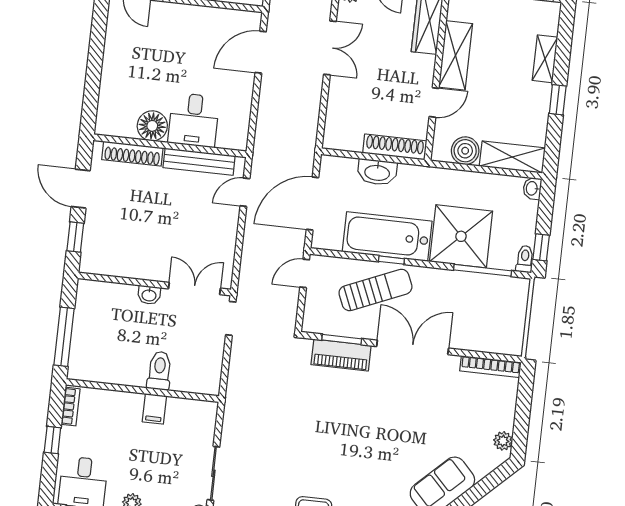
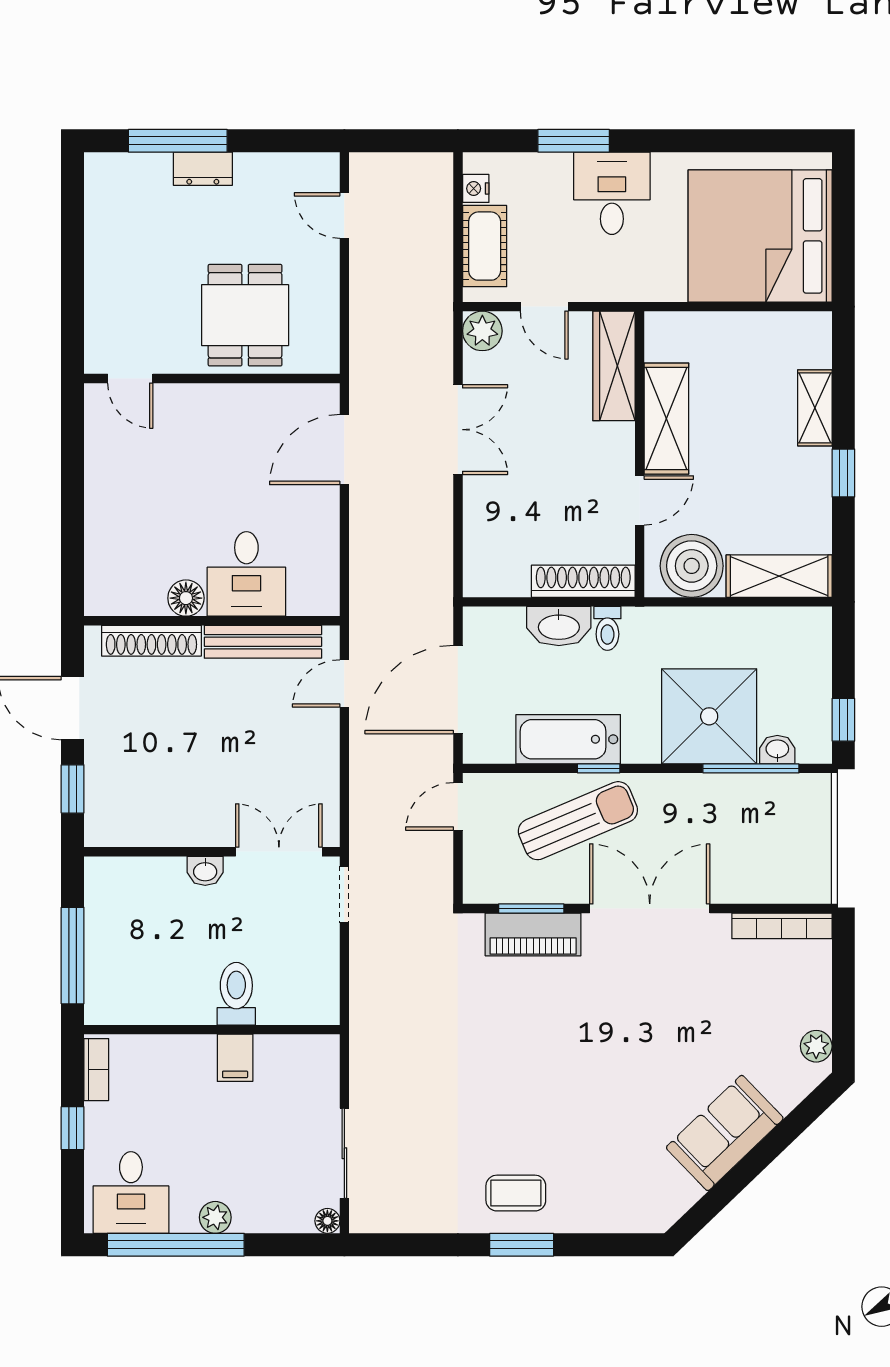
floor lamp: (152, 126) -> (186, 598), width x0.73, depth x0.73
boiler: (465, 151) -> (692, 566), width x1.37, depth x1.37
washbasin: (532, 188) -> (777, 750), moved, turned 90
bathtub: (387, 236) -> (568, 739), width x0.73, depth x0.73
toilet: (525, 259) -> (607, 628), moved, turned 180

